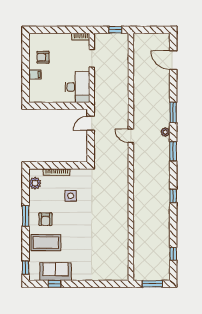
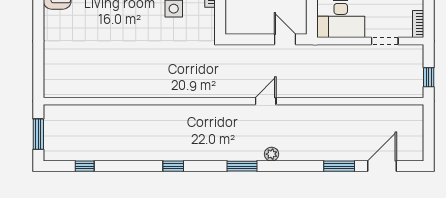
window: (173, 113) -> (339, 166), moved

